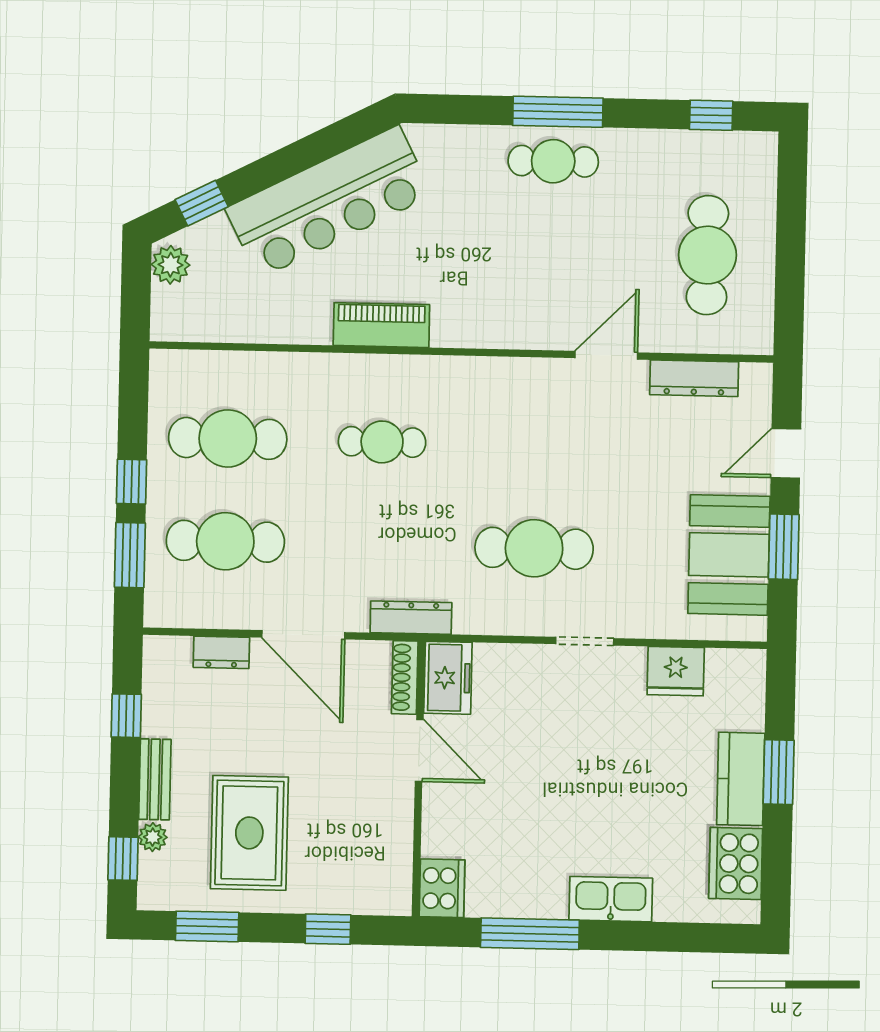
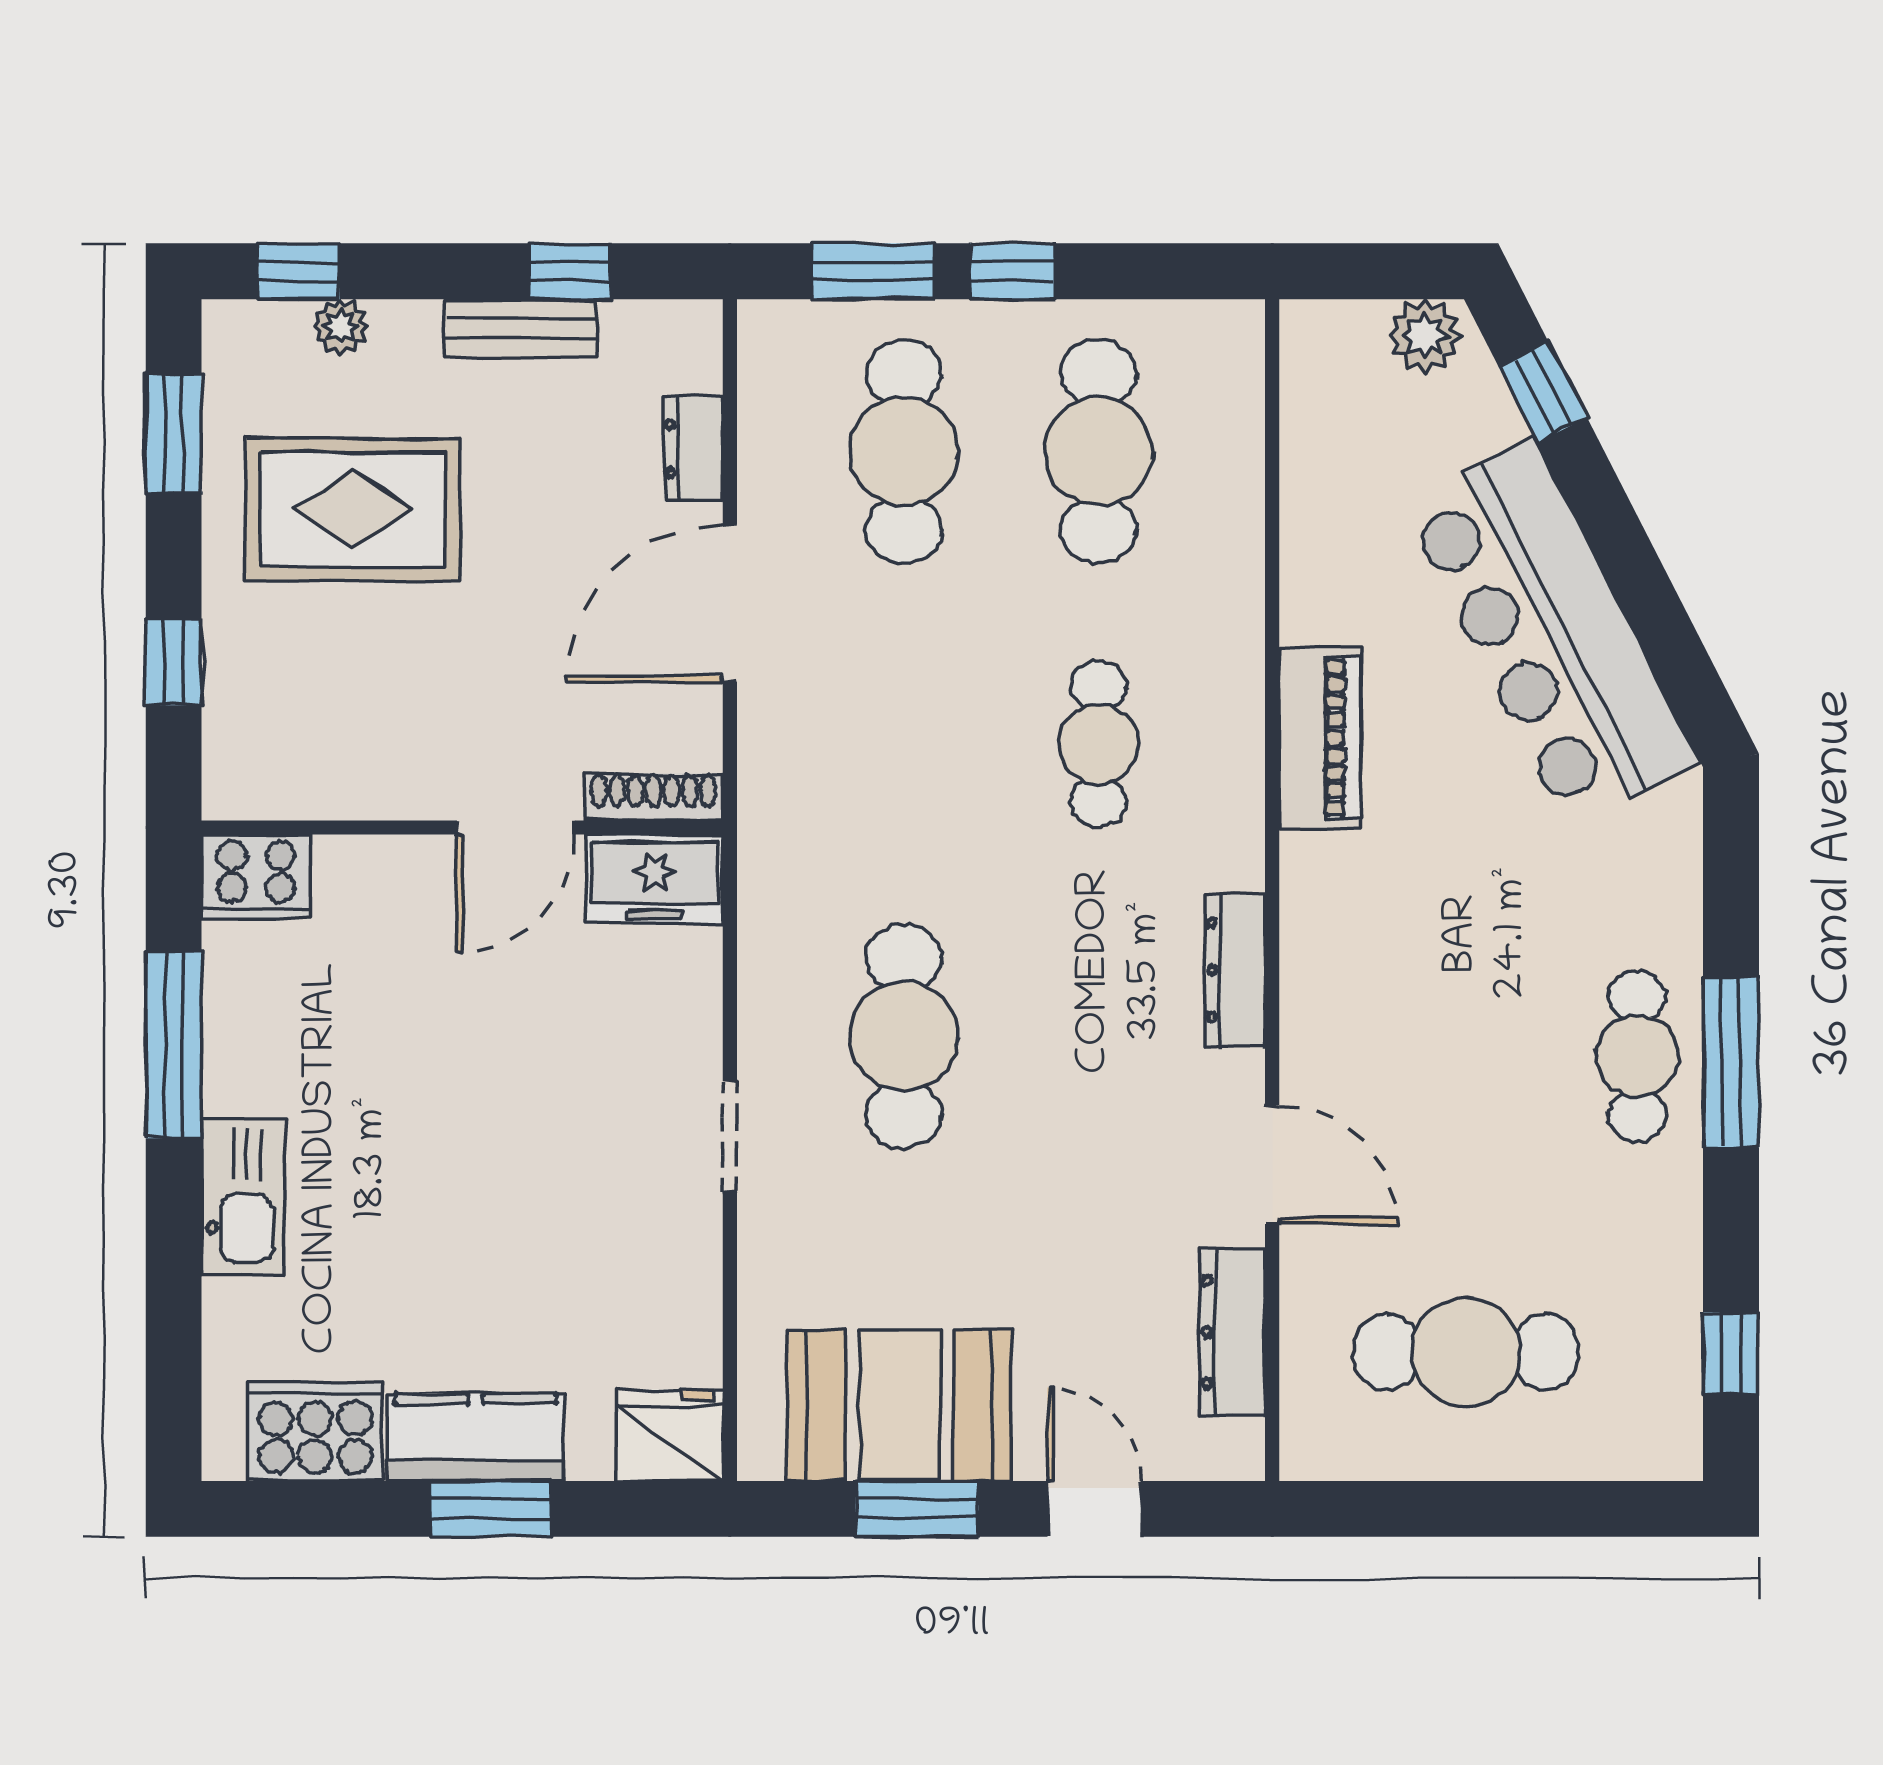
dresser: (411, 618) -> (1235, 970), moved, turned 180
fridge: (676, 671) -> (670, 1435), moved, turned 90
bench: (155, 779) -> (521, 328), moved

